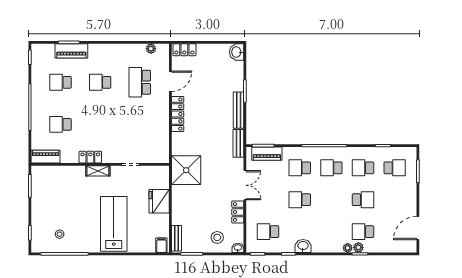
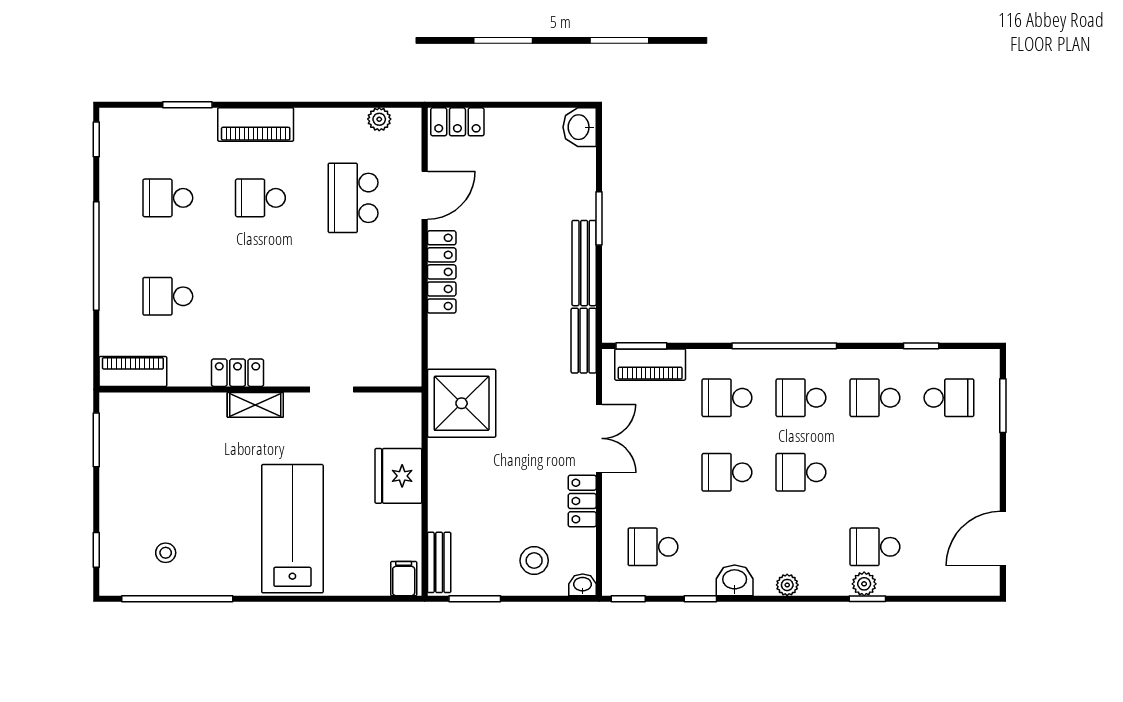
piano: (71, 51) -> (256, 124), moved
school desk: (363, 200) -> (801, 472), moved, turned 180
plant: (348, 248) -> (787, 585), moved

